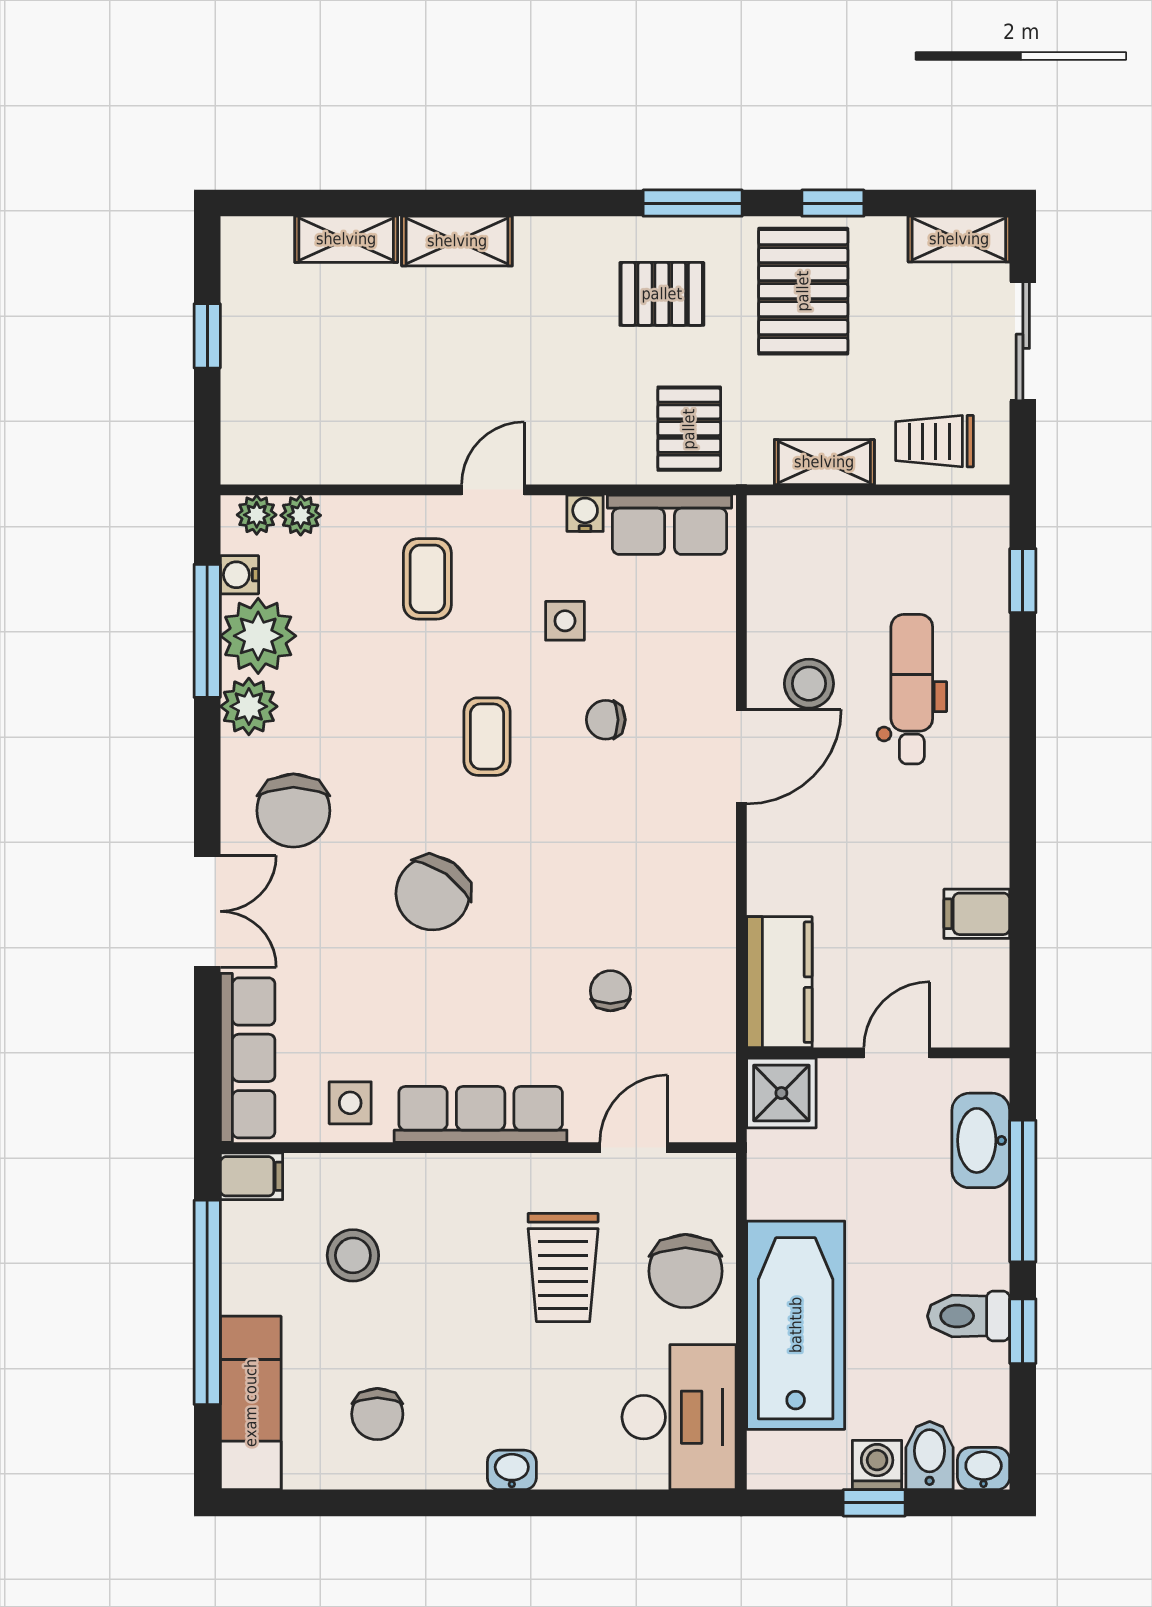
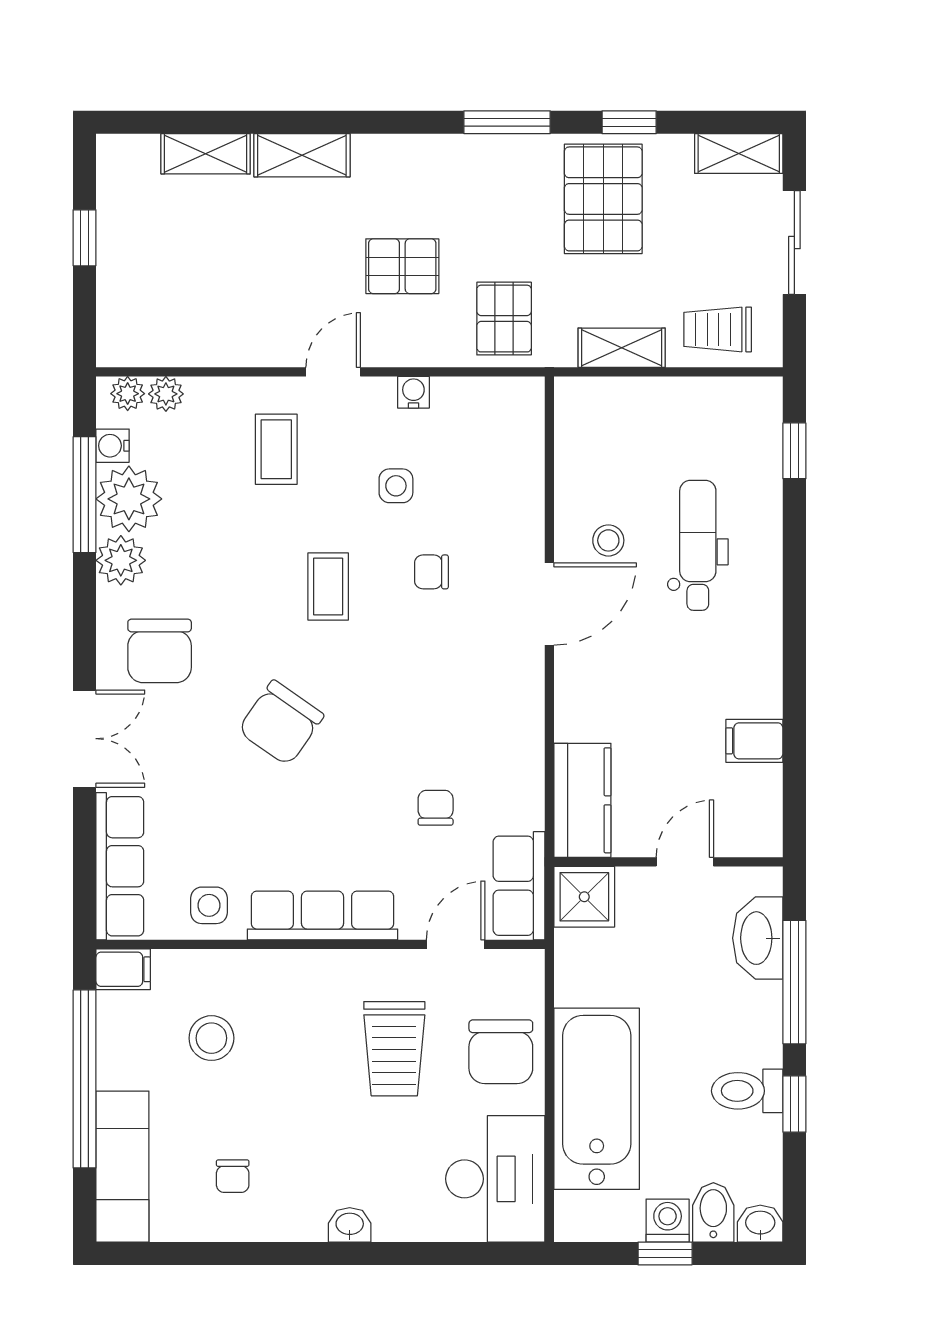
pallet: (662, 294) -> (402, 266), moved
row of seats: (670, 525) -> (519, 886), moved, turned 90
stool: (809, 684) -> (608, 540), width x0.73, depth x0.73
chair: (377, 1414) -> (233, 1176), width x0.73, depth x0.73

